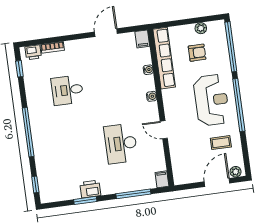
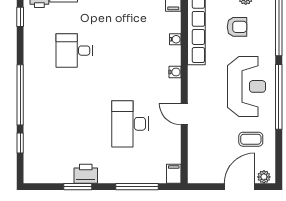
window: (35, 185) -> (20, 143), moved

